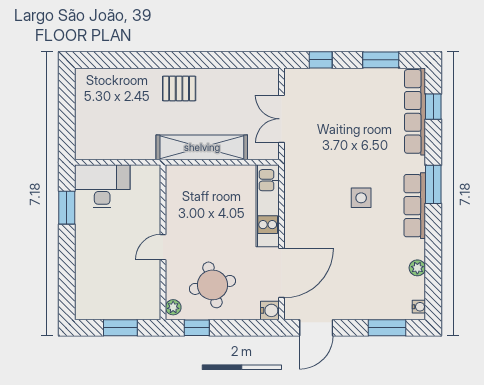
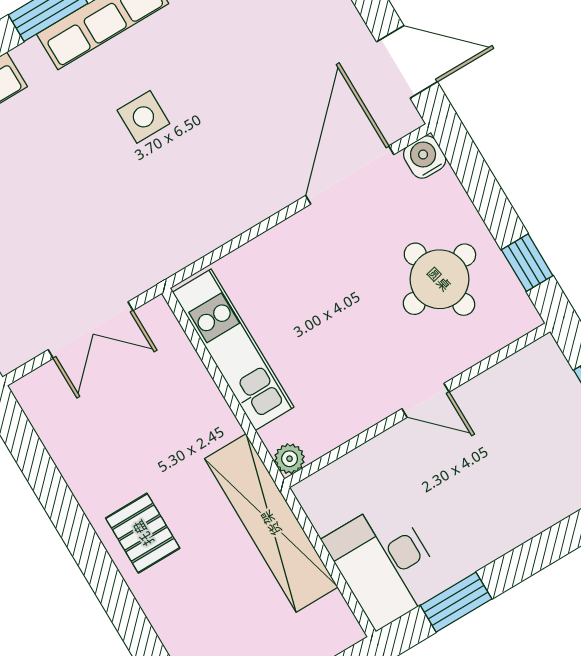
shelving: (202, 147) -> (271, 523), moved
kitchen unit: (268, 206) -> (233, 350), moved, turned -90
door: (282, 273) -> (350, 175), hinge flipped
plant: (173, 307) -> (290, 459), moved

